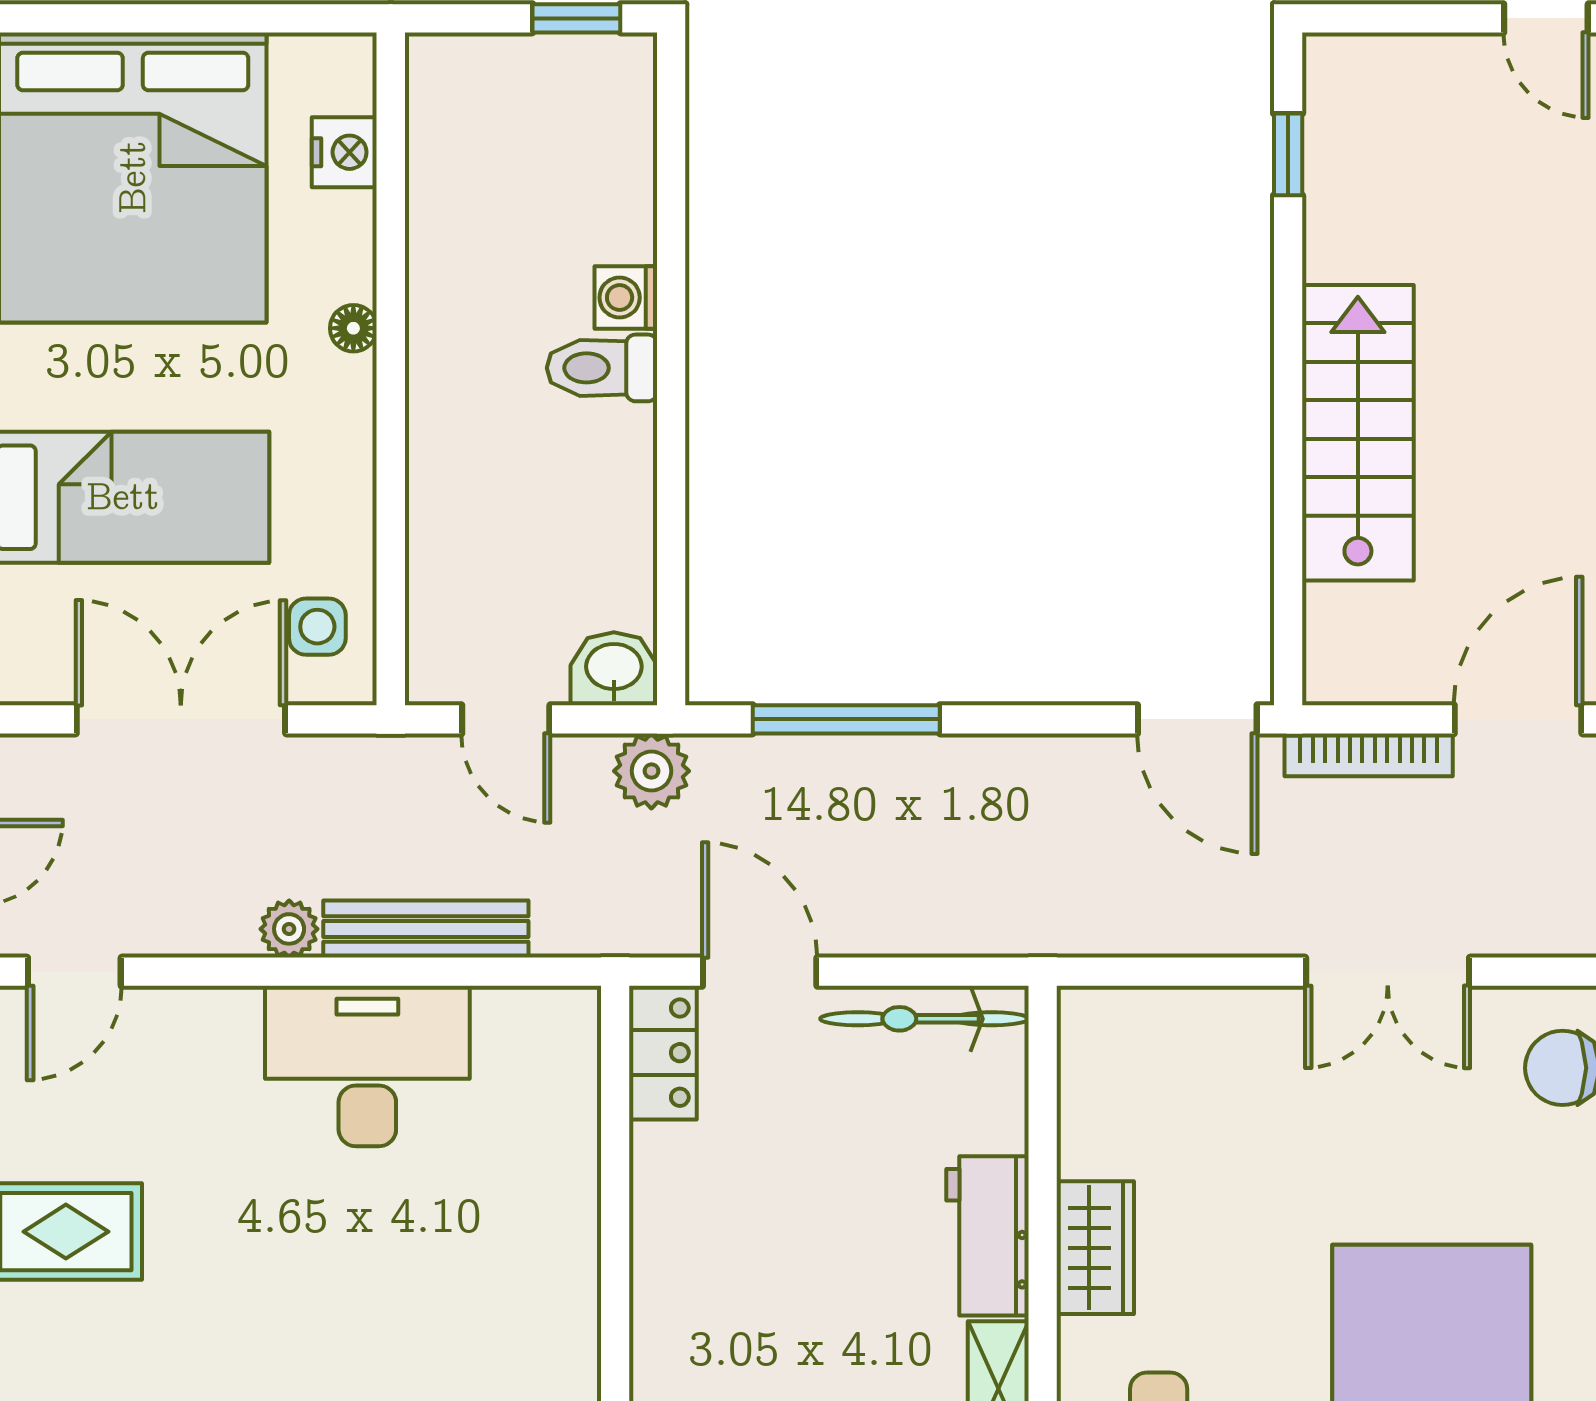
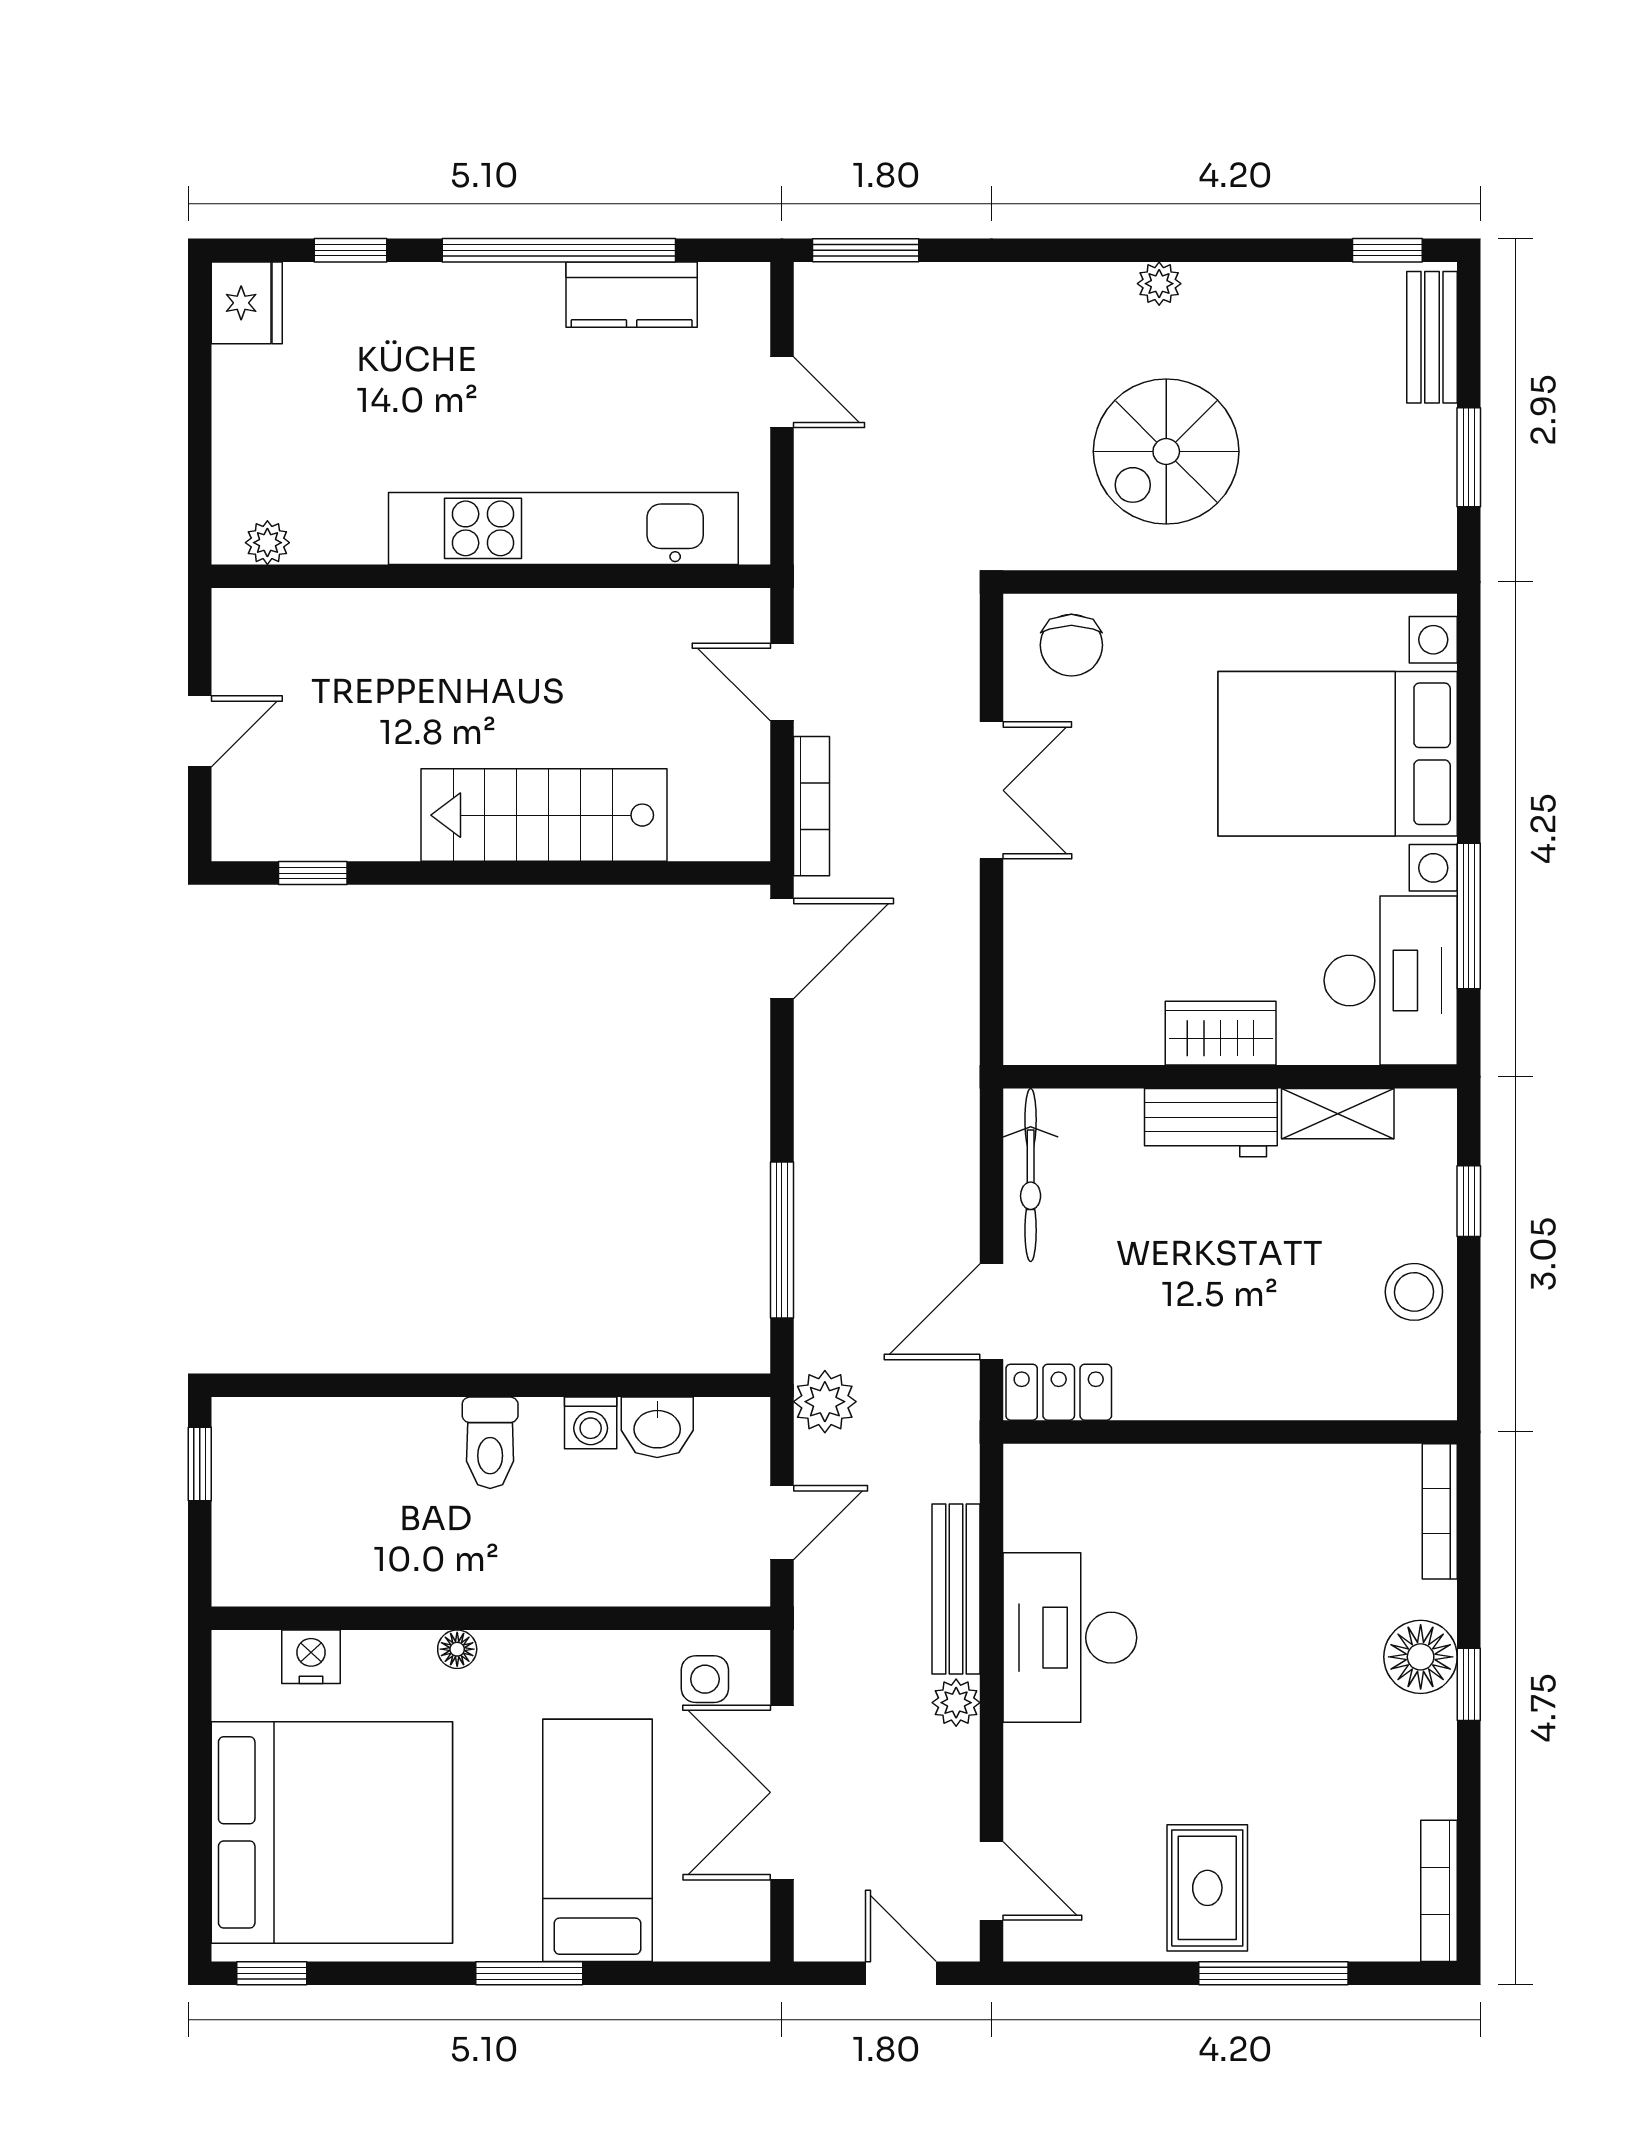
door: (1546, 18) -> (200, 731), moved
washing machine: (626, 297) -> (591, 1423), moved
washbasin: (614, 669) -> (657, 1427), moved, turned -90
door: (1518, 719) -> (782, 682), width x0.73

